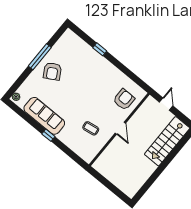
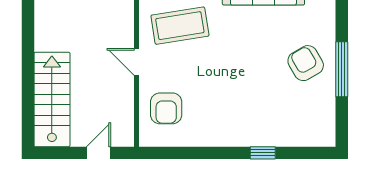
door: (166, 104) -> (99, 153), swing flipped
coffee table: (91, 128) -> (180, 26), width x1.86, depth x1.72

